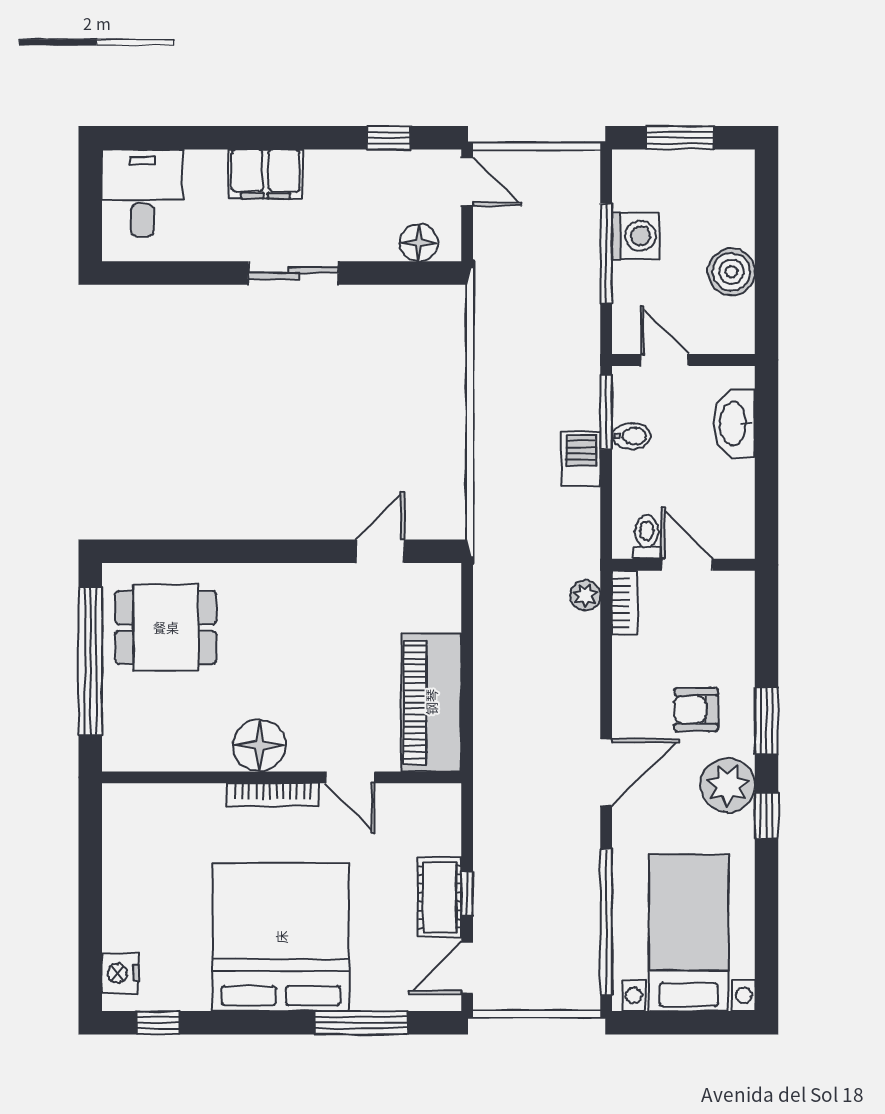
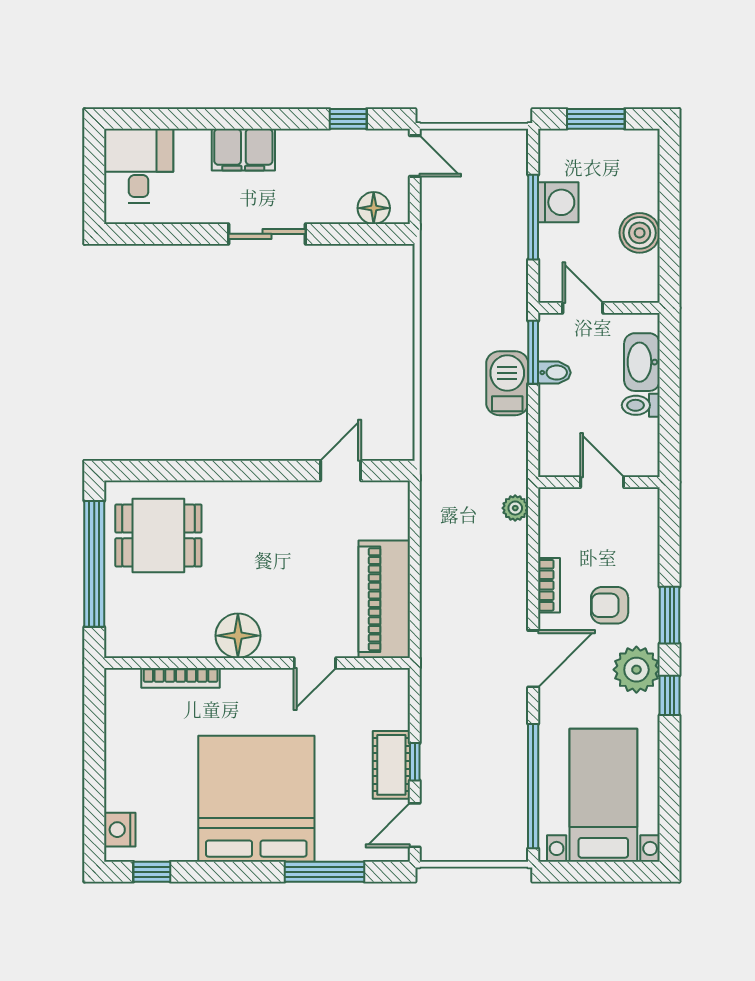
barbecue: (581, 459) -> (507, 383), width x1.38, depth x1.27
toilet: (647, 537) -> (641, 405), moved, turned -90
bookcase: (625, 603) -> (549, 585), moved
door: (350, 777) -> (315, 663), hinge flipped
bookcase: (273, 795) -> (181, 678), moved

